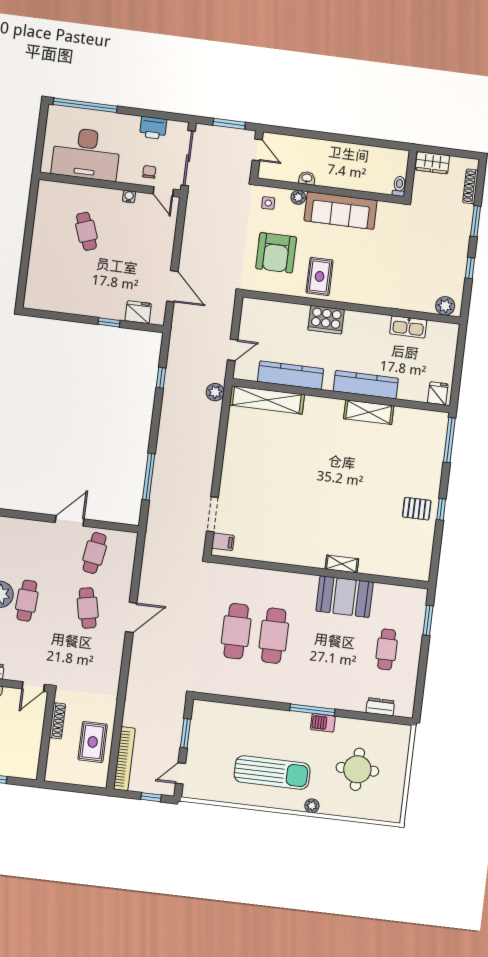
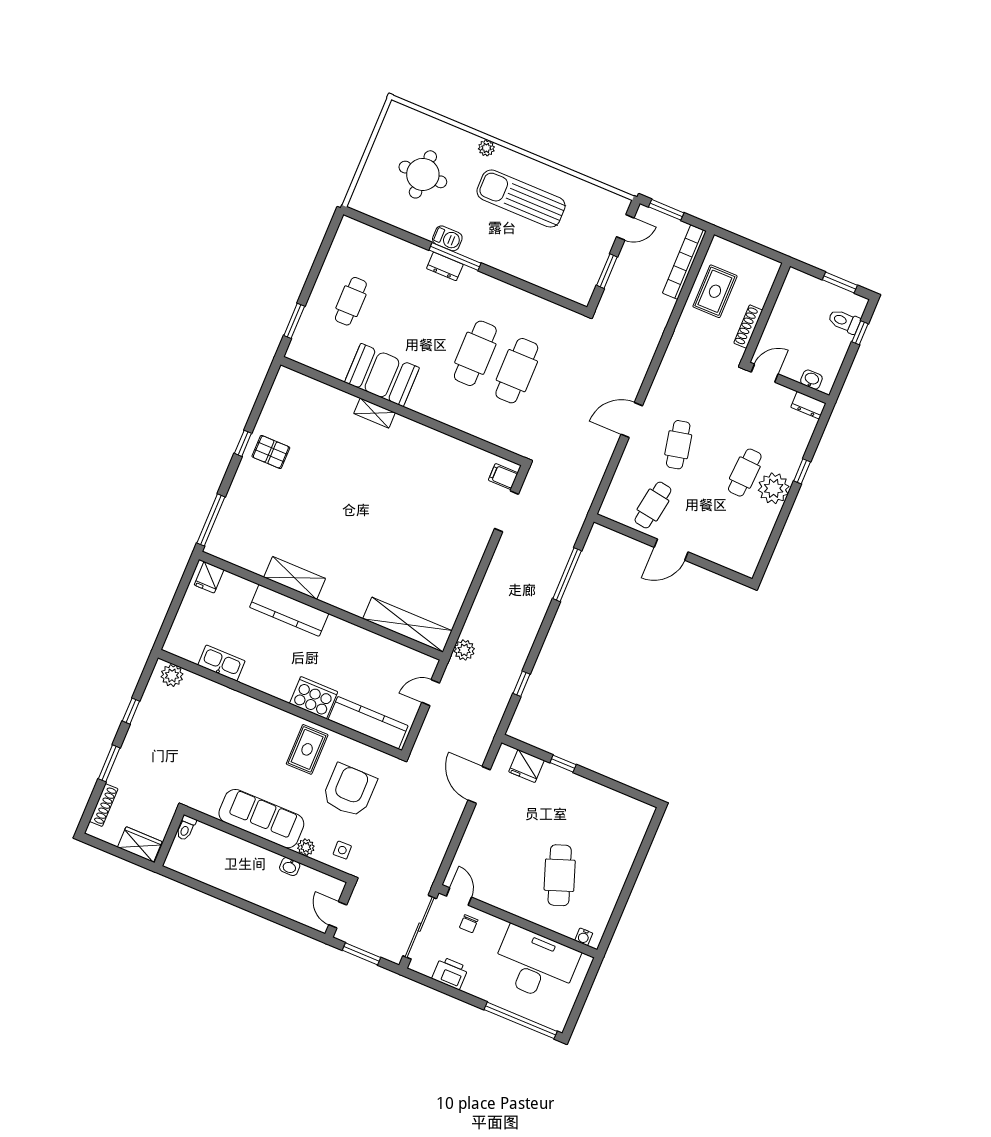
water cooler: (129, 196) -> (584, 937), moved
cafe table: (86, 231) -> (560, 875), width x1.37, depth x1.35
kitchen counter: (291, 375) -> (368, 723), moved, turned 180
dresser: (380, 707) -> (445, 267), moved
window: (151, 797) -> (666, 210), width x1.50

